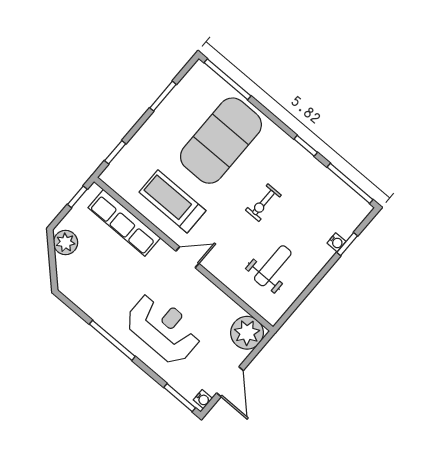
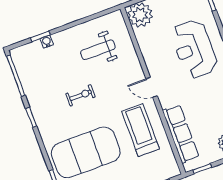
treadmill: (172, 201) -> (141, 130), turned 180

